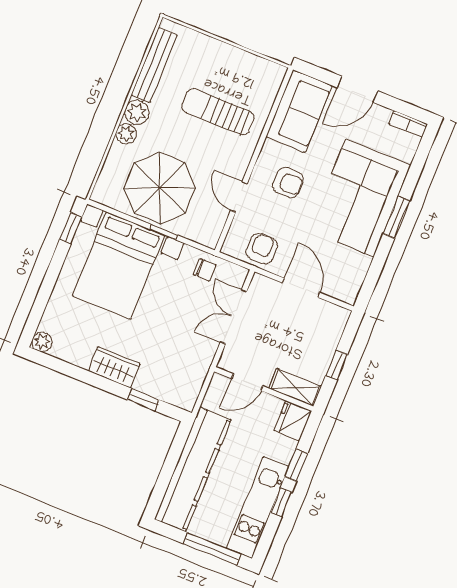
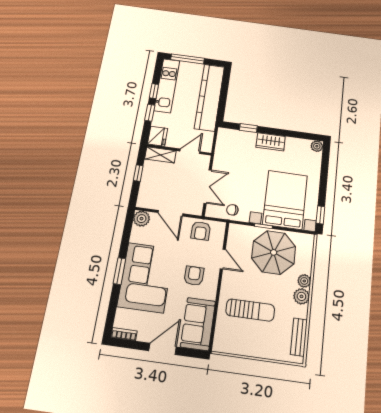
bench: (154, 65) -> (299, 337), width x0.73
armchair: (288, 183) -> (194, 276), turned 90
plant: (347, 290) -> (142, 219), added

